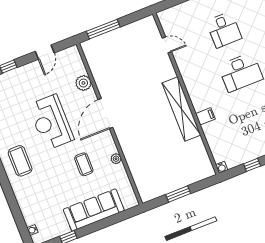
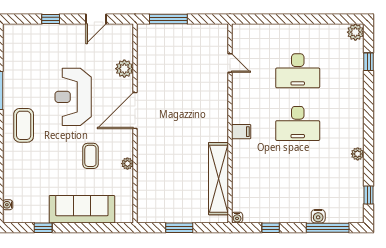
desk: (224, 30) -> (298, 71), width x1.37
shelving: (181, 109) -> (219, 179), moved
filing cabinet: (205, 116) -> (241, 132), moved

